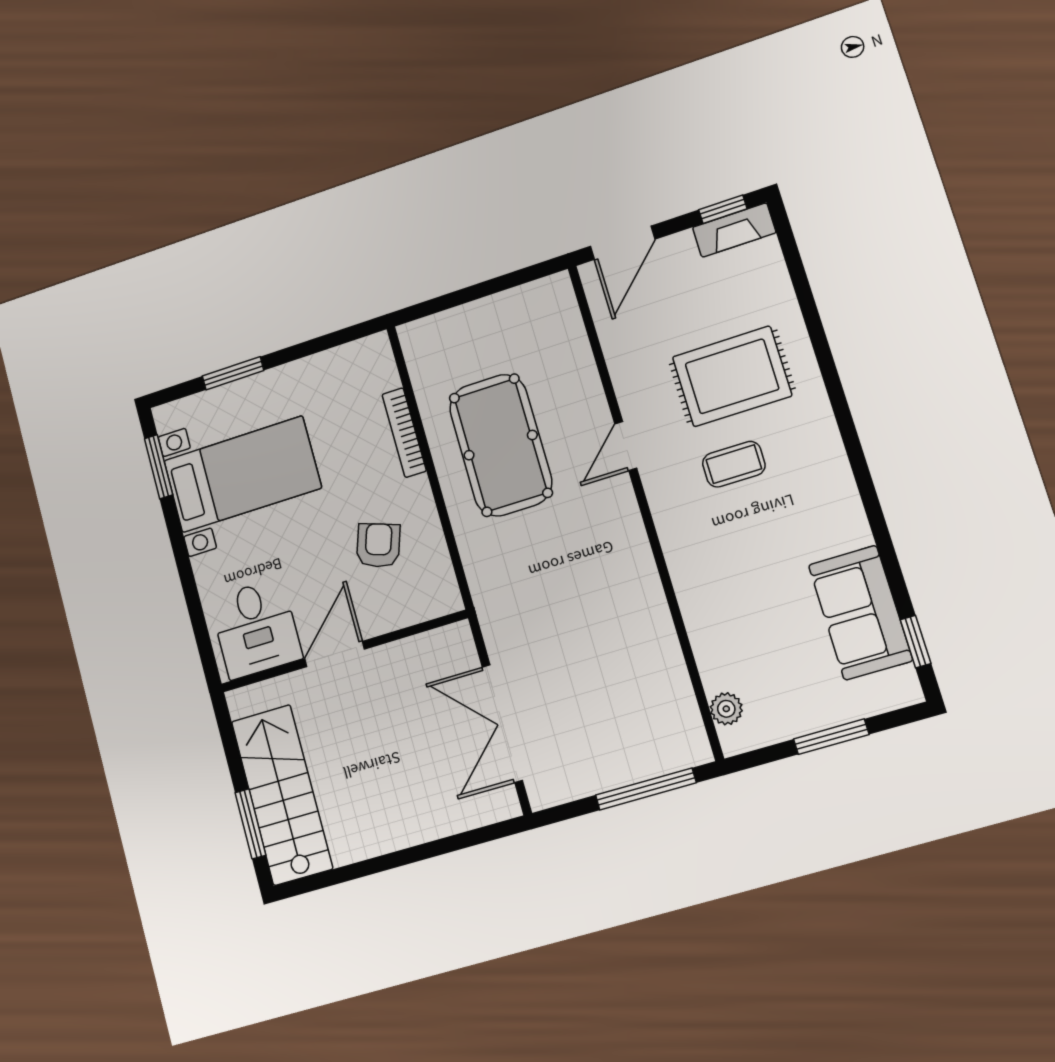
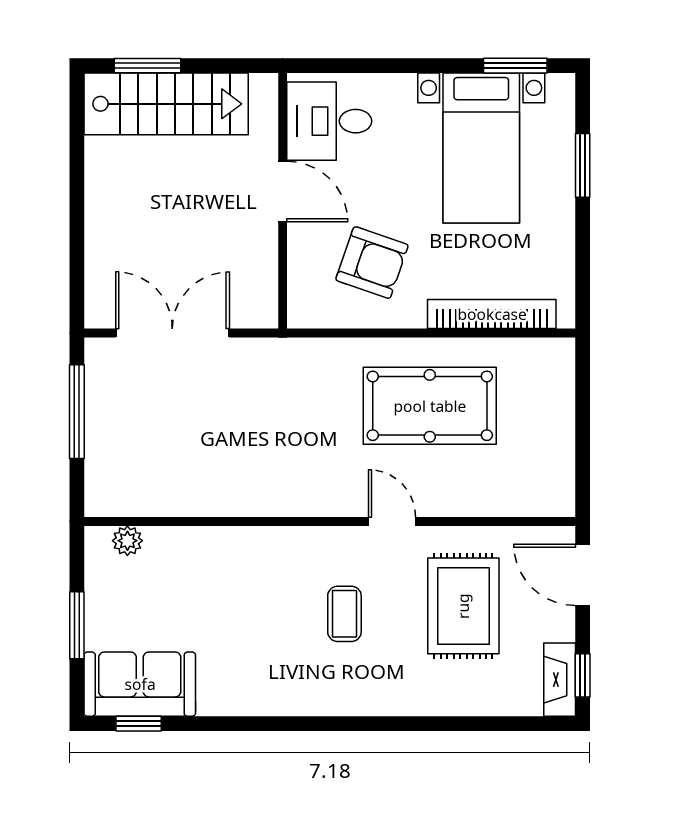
rug: (732, 376) -> (463, 606), moved
bookcase: (404, 433) -> (492, 314), width x1.48, depth x1.31
armchair: (378, 545) -> (372, 263), width x1.38, depth x1.38
sofa: (860, 613) -> (140, 684), moved
window: (646, 789) -> (77, 412), moved

